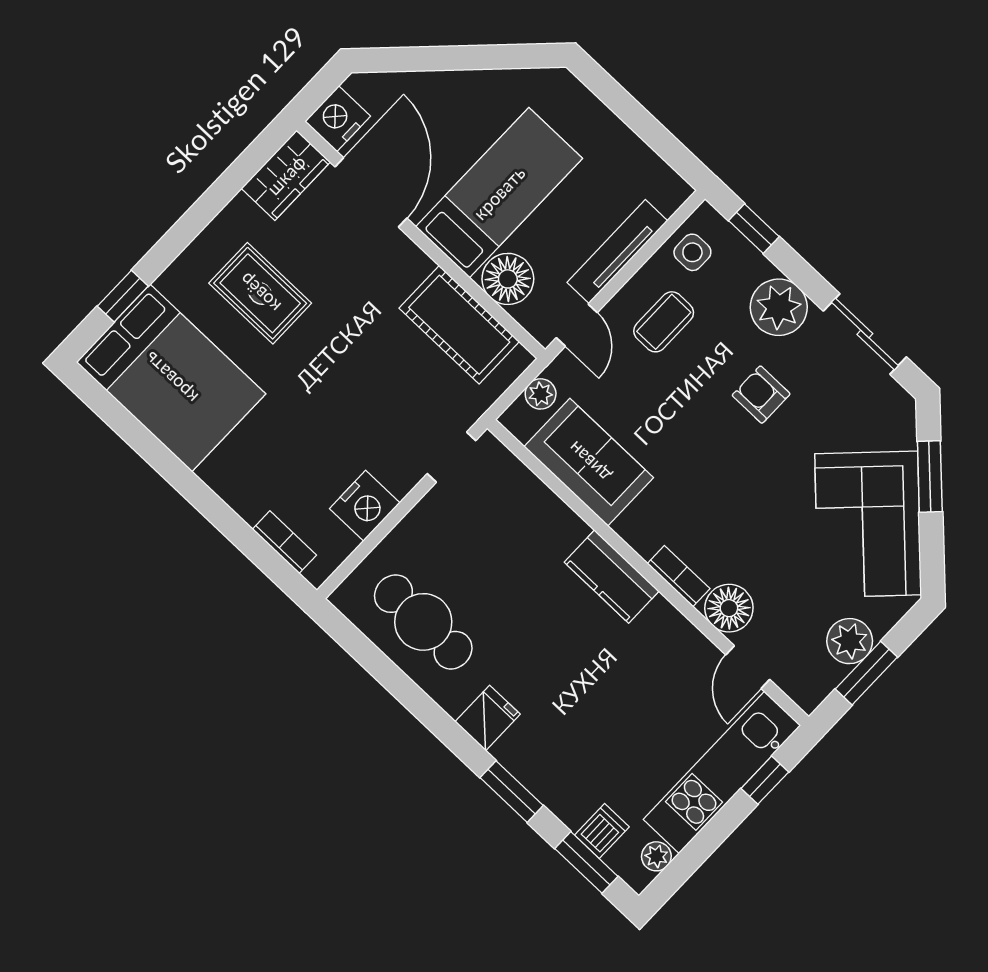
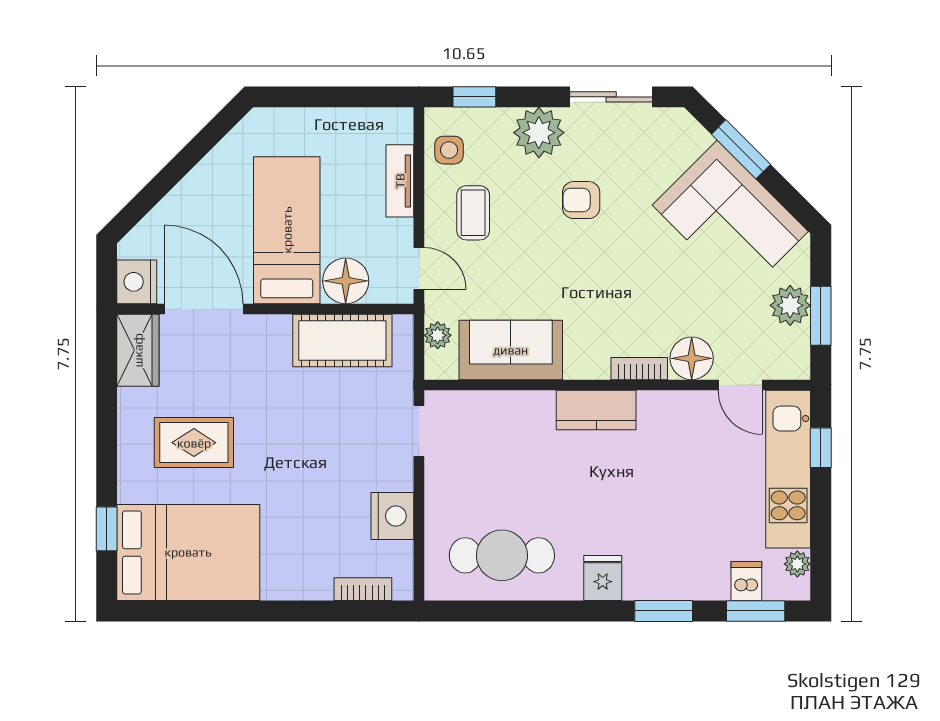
tv unit: (617, 252) -> (400, 181), width x0.71

